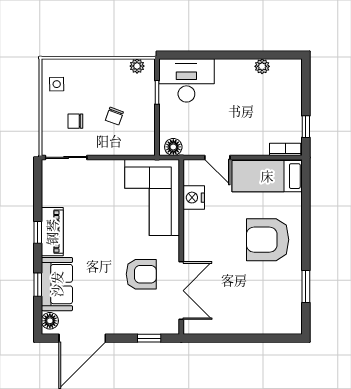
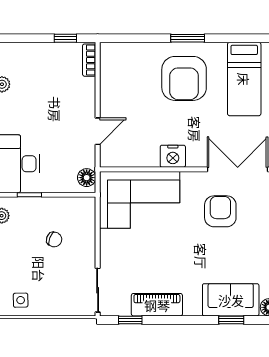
chair: (75, 121) -> (59, 280), removed
bed: (267, 176) -> (244, 79), moved
nightstand: (194, 198) -> (173, 156), moved
window: (38, 232) -> (130, 320), moved
piano: (52, 232) -> (157, 305), moved
window: (306, 286) -> (188, 38), moved

